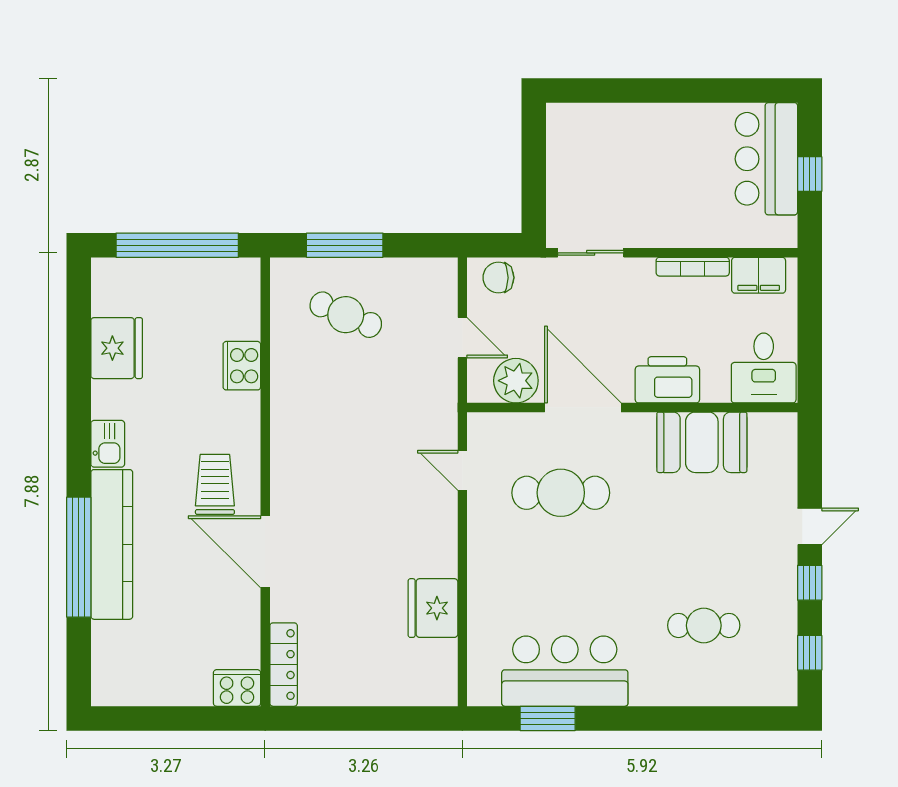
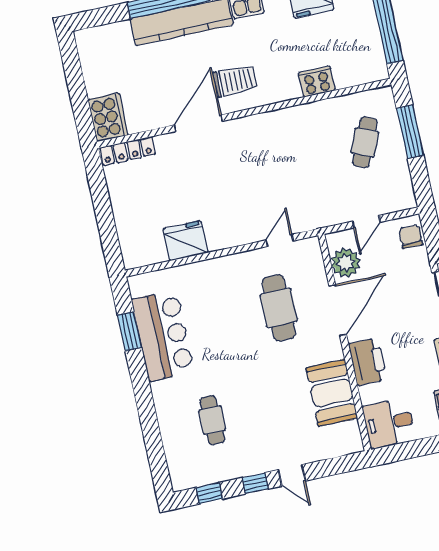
cooker: (237, 688) -> (108, 117), width x1.37, depth x1.31

